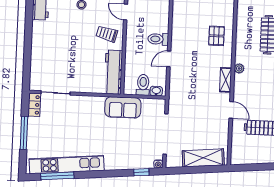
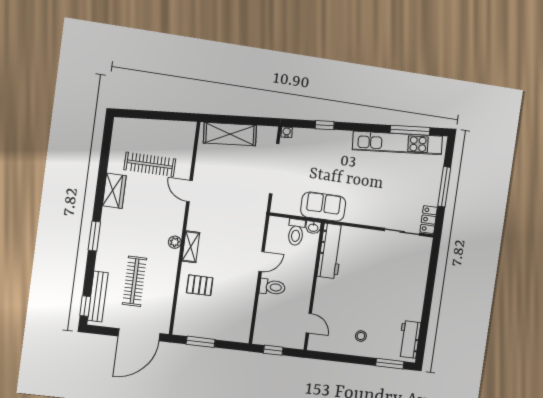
trolley: (107, 34) -> (334, 298), removed
pallet: (216, 36) -> (200, 285), turned 90
shelving: (226, 80) -> (191, 247), moved
washbasin: (156, 91) -> (313, 227), moved
window: (141, 172) -> (325, 125), moved

